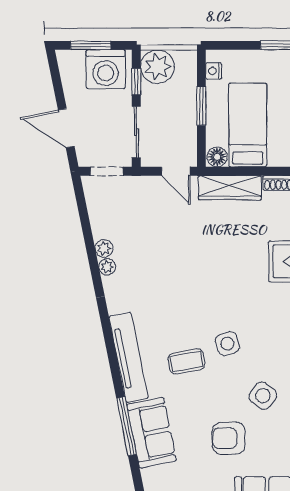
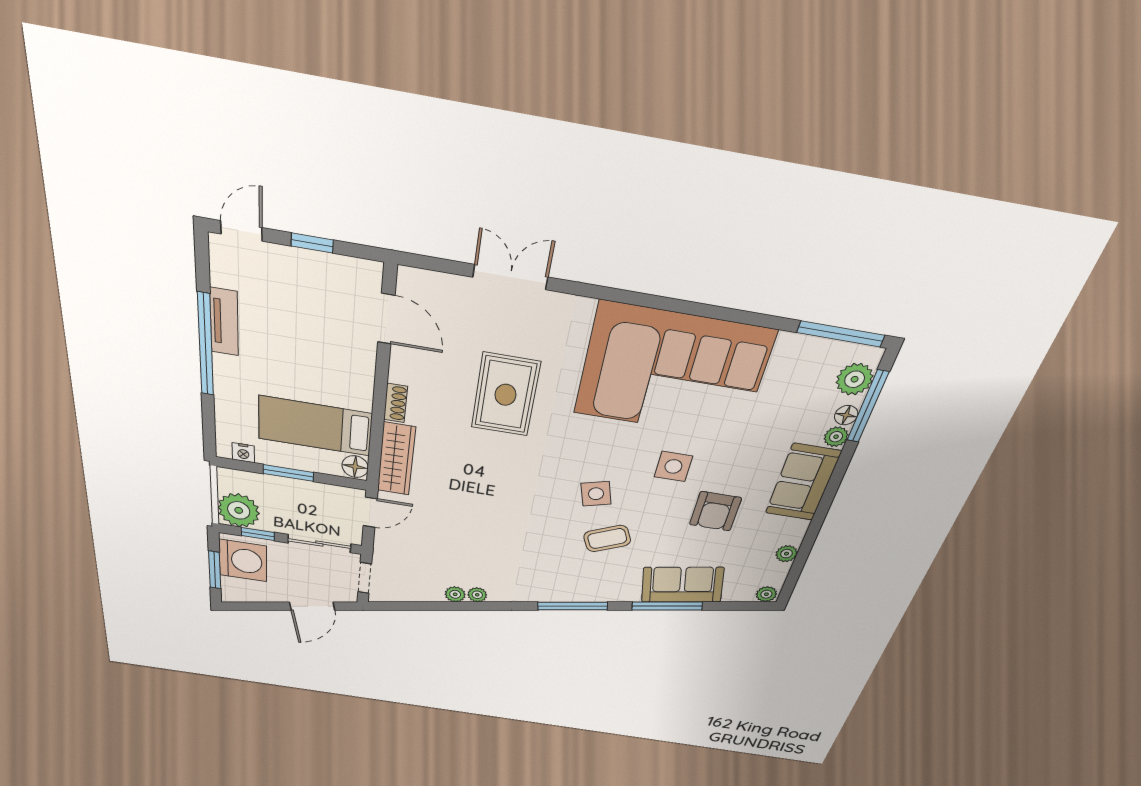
window: (111, 348) -> (573, 606), added
tv unit: (129, 357) -> (587, 592), removed
coffee table: (187, 361) -> (607, 538), turned 75
side table: (263, 396) -> (673, 466), turned -36

